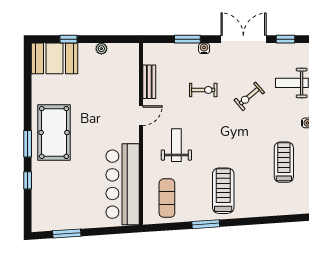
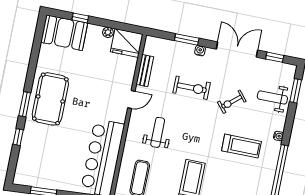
fridge: (124, 56) -> (127, 43), added
exercise bike: (203, 90) -> (192, 88), width x1.38, depth x1.39
treadmill: (284, 162) -> (241, 146), moved, turned 90

